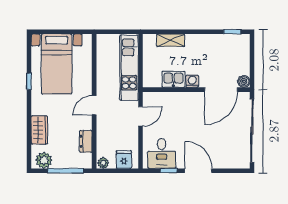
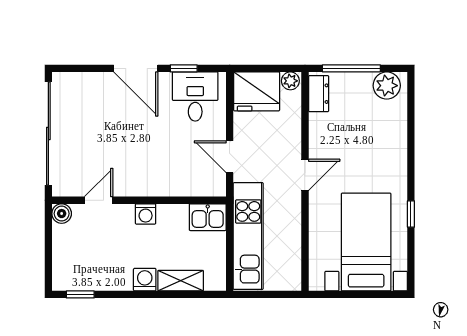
washing machine: (193, 41) -> (145, 280), added
kitchen sink: (173, 79) -> (208, 217), moved
door: (221, 90) -> (99, 200), width x0.53
door: (140, 116) -> (230, 157), hinge flipped
wardrobe: (39, 130) -> (394, 135), removed
dresser: (86, 141) -> (319, 94), moved
fridge: (124, 160) -> (257, 91), width x1.88, depth x1.34

